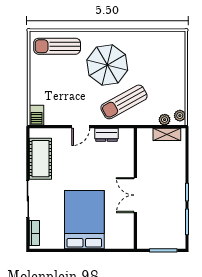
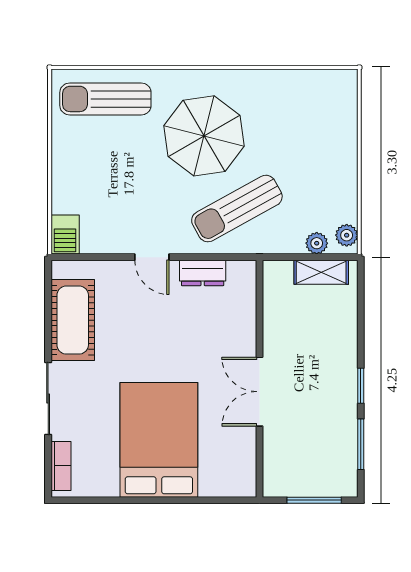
door: (81, 127) -> (152, 257), hinge flipped

